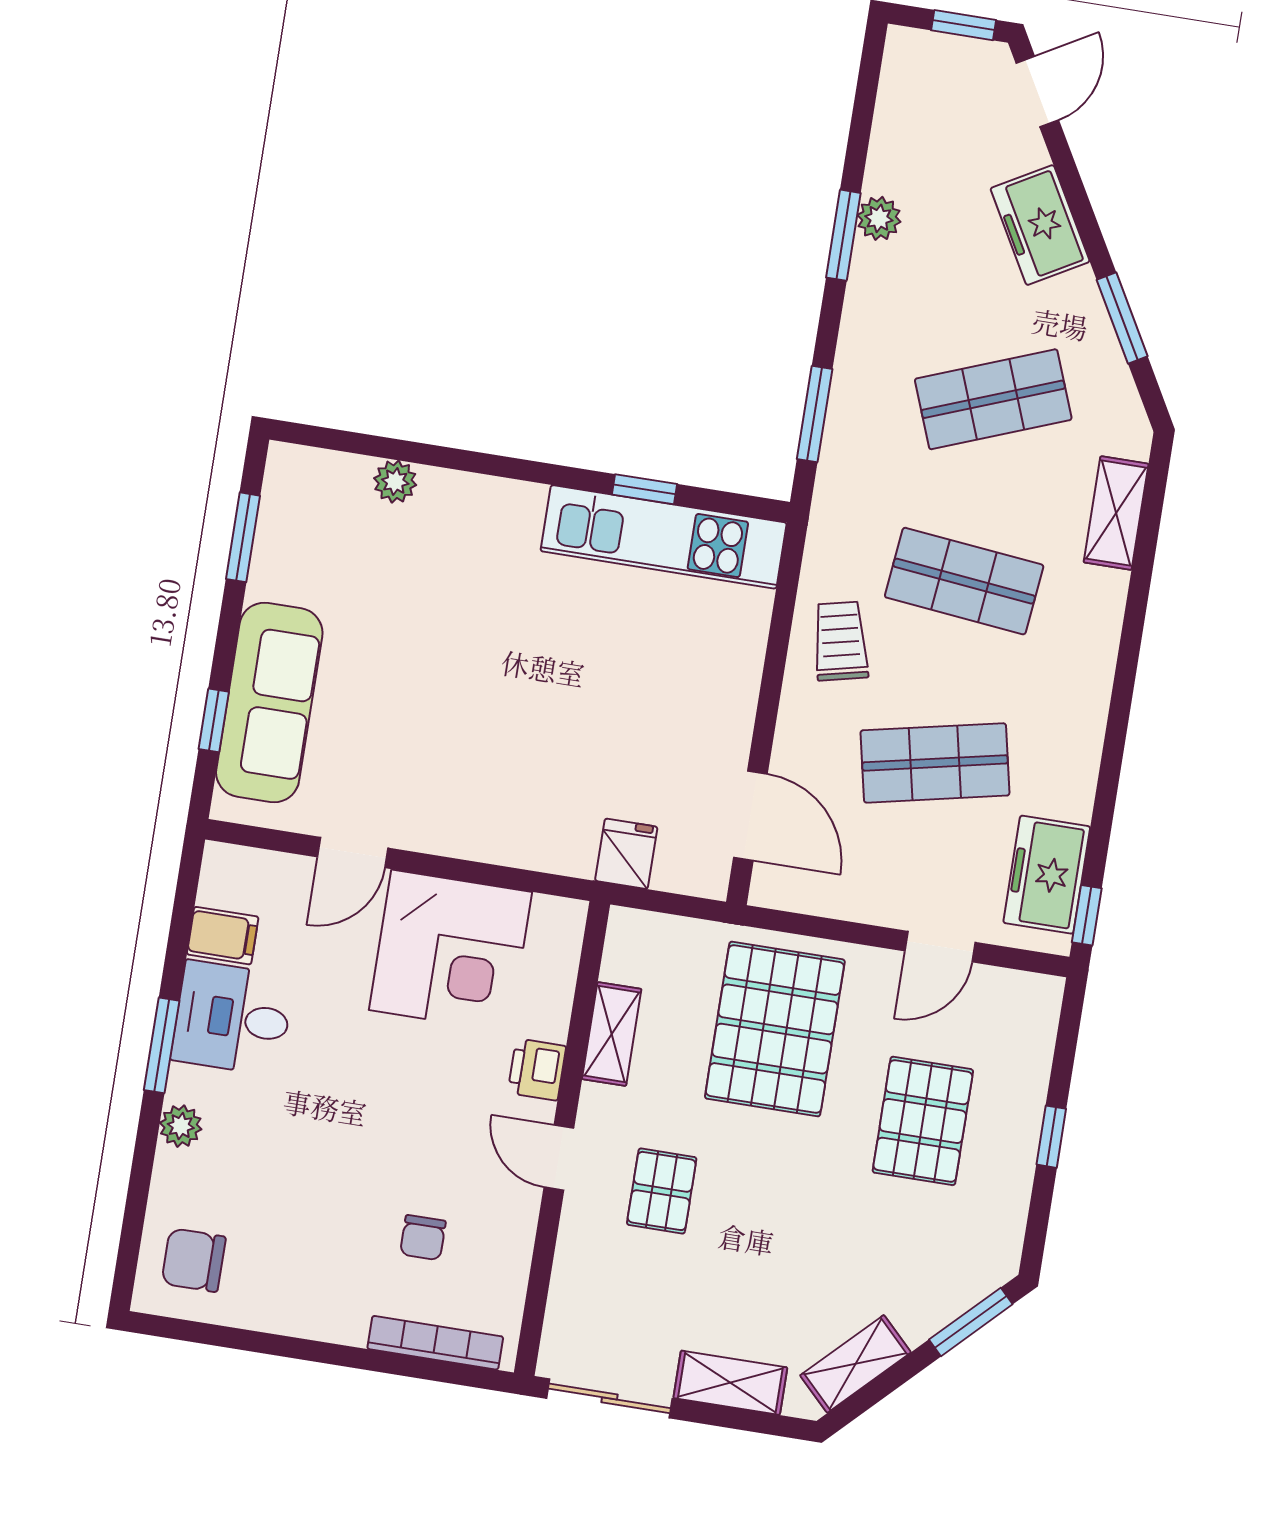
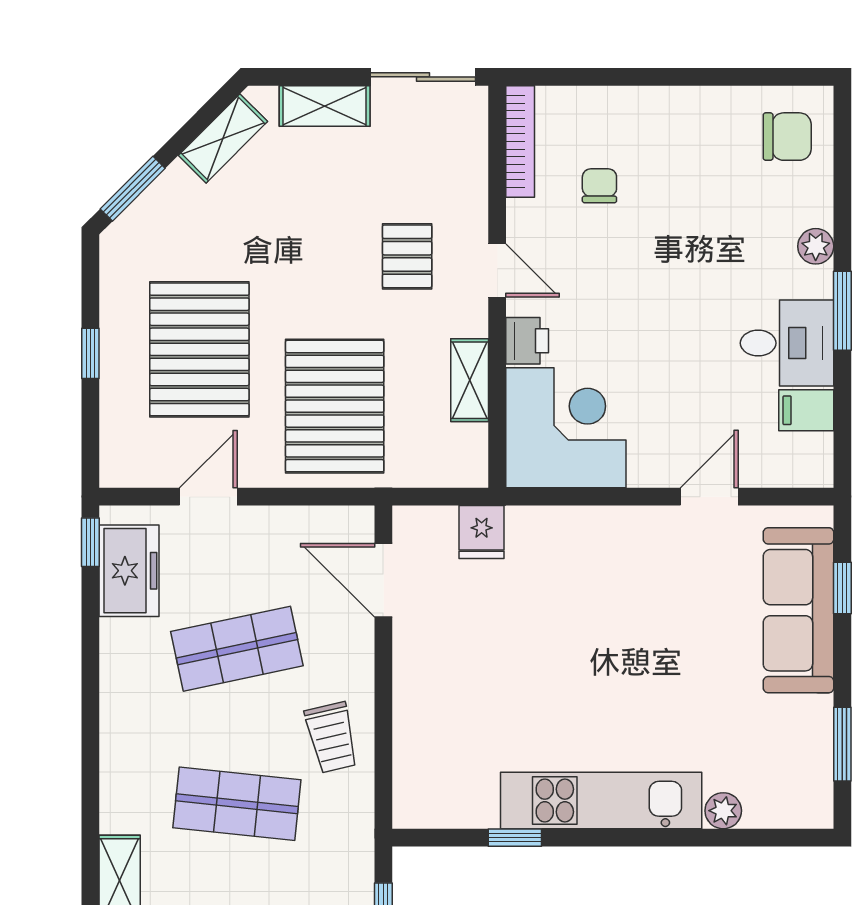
kitchen unit: (664, 537) -> (601, 800), moved
corner desk: (450, 951) -> (566, 428), moved, turned 90
pallet: (923, 1121) -> (199, 349), width x1.37, depth x1.41
bookcase: (435, 1343) -> (520, 142), moved, turned -90

